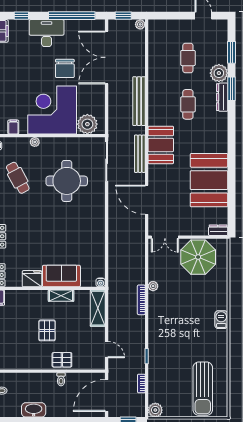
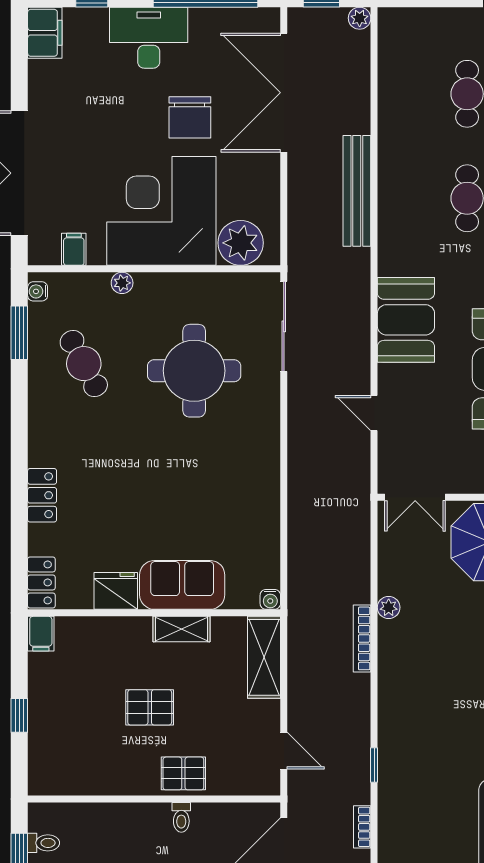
booth: (161, 145) -> (406, 320), moved
bench: (140, 154) -> (359, 309), removed
door: (147, 200) -> (374, 413), width x0.53
pallet: (47, 330) -> (150, 707), turned 90

